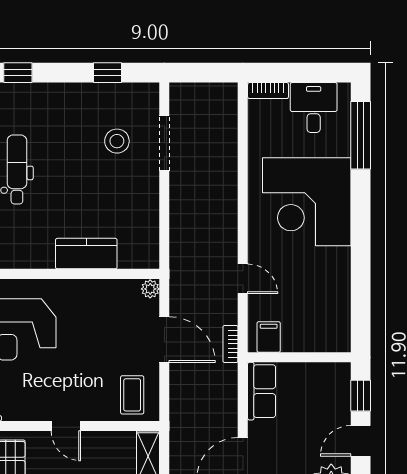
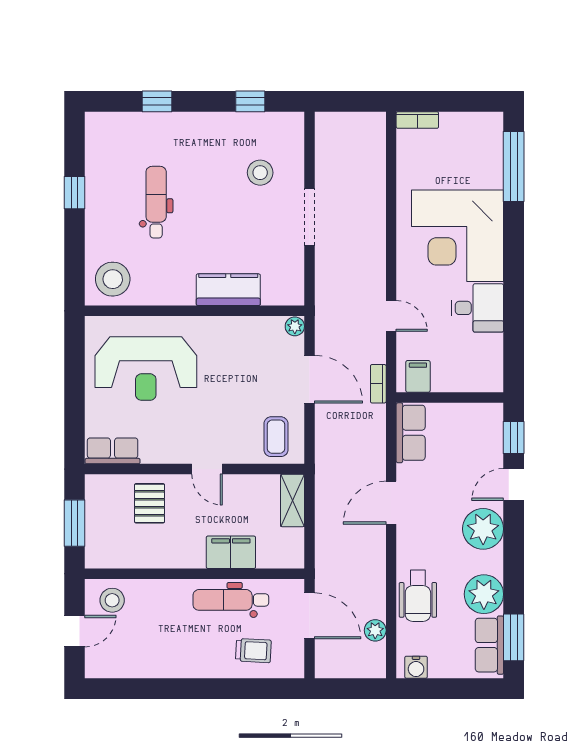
desk: (314, 108) -> (477, 308), moved, turned 90
doorway: (164, 143) -> (309, 217), moved

